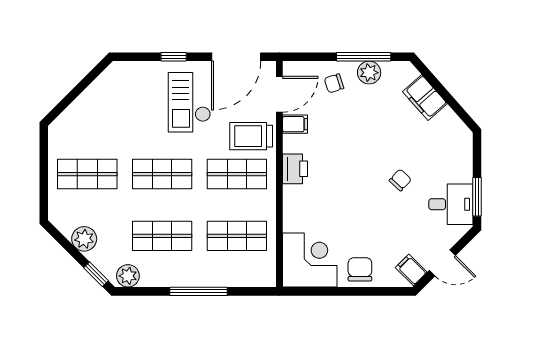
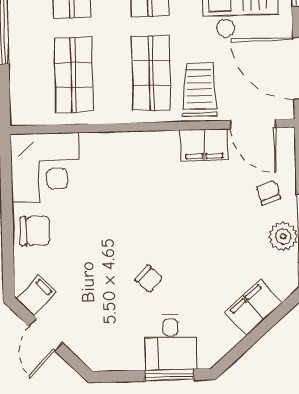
filing cabinet: (295, 124) -> (204, 145), width x2.00
printer: (295, 169) -> (160, 146), removed
window: (477, 197) -> (169, 375), moved
desk: (451, 204) -> (171, 342), moved

